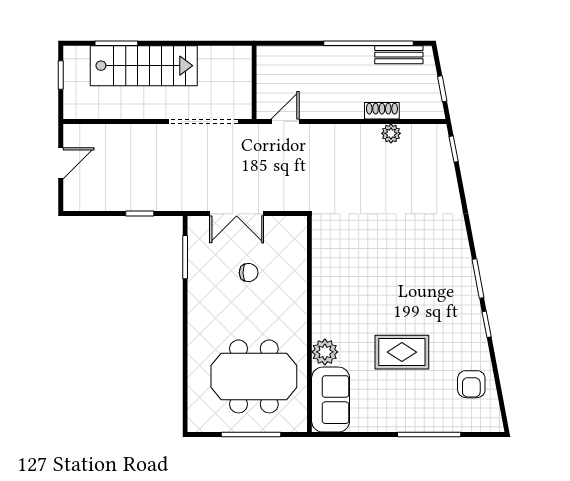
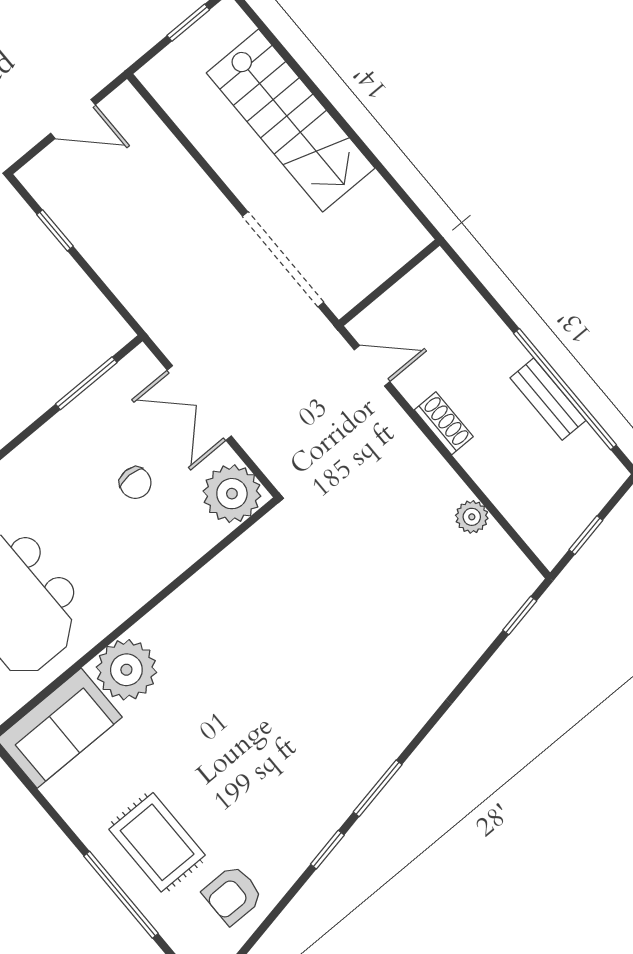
window: (116, 43) -> (290, 61), removed
bench: (399, 55) -> (548, 399), moved
shoe rack: (382, 111) -> (444, 423), moved
window: (140, 214) -> (55, 230), moved
plant: (290, 233) -> (232, 494), added
plant: (325, 352) -> (126, 670), width x1.36, depth x1.36
rug: (402, 352) -> (157, 842), moved

